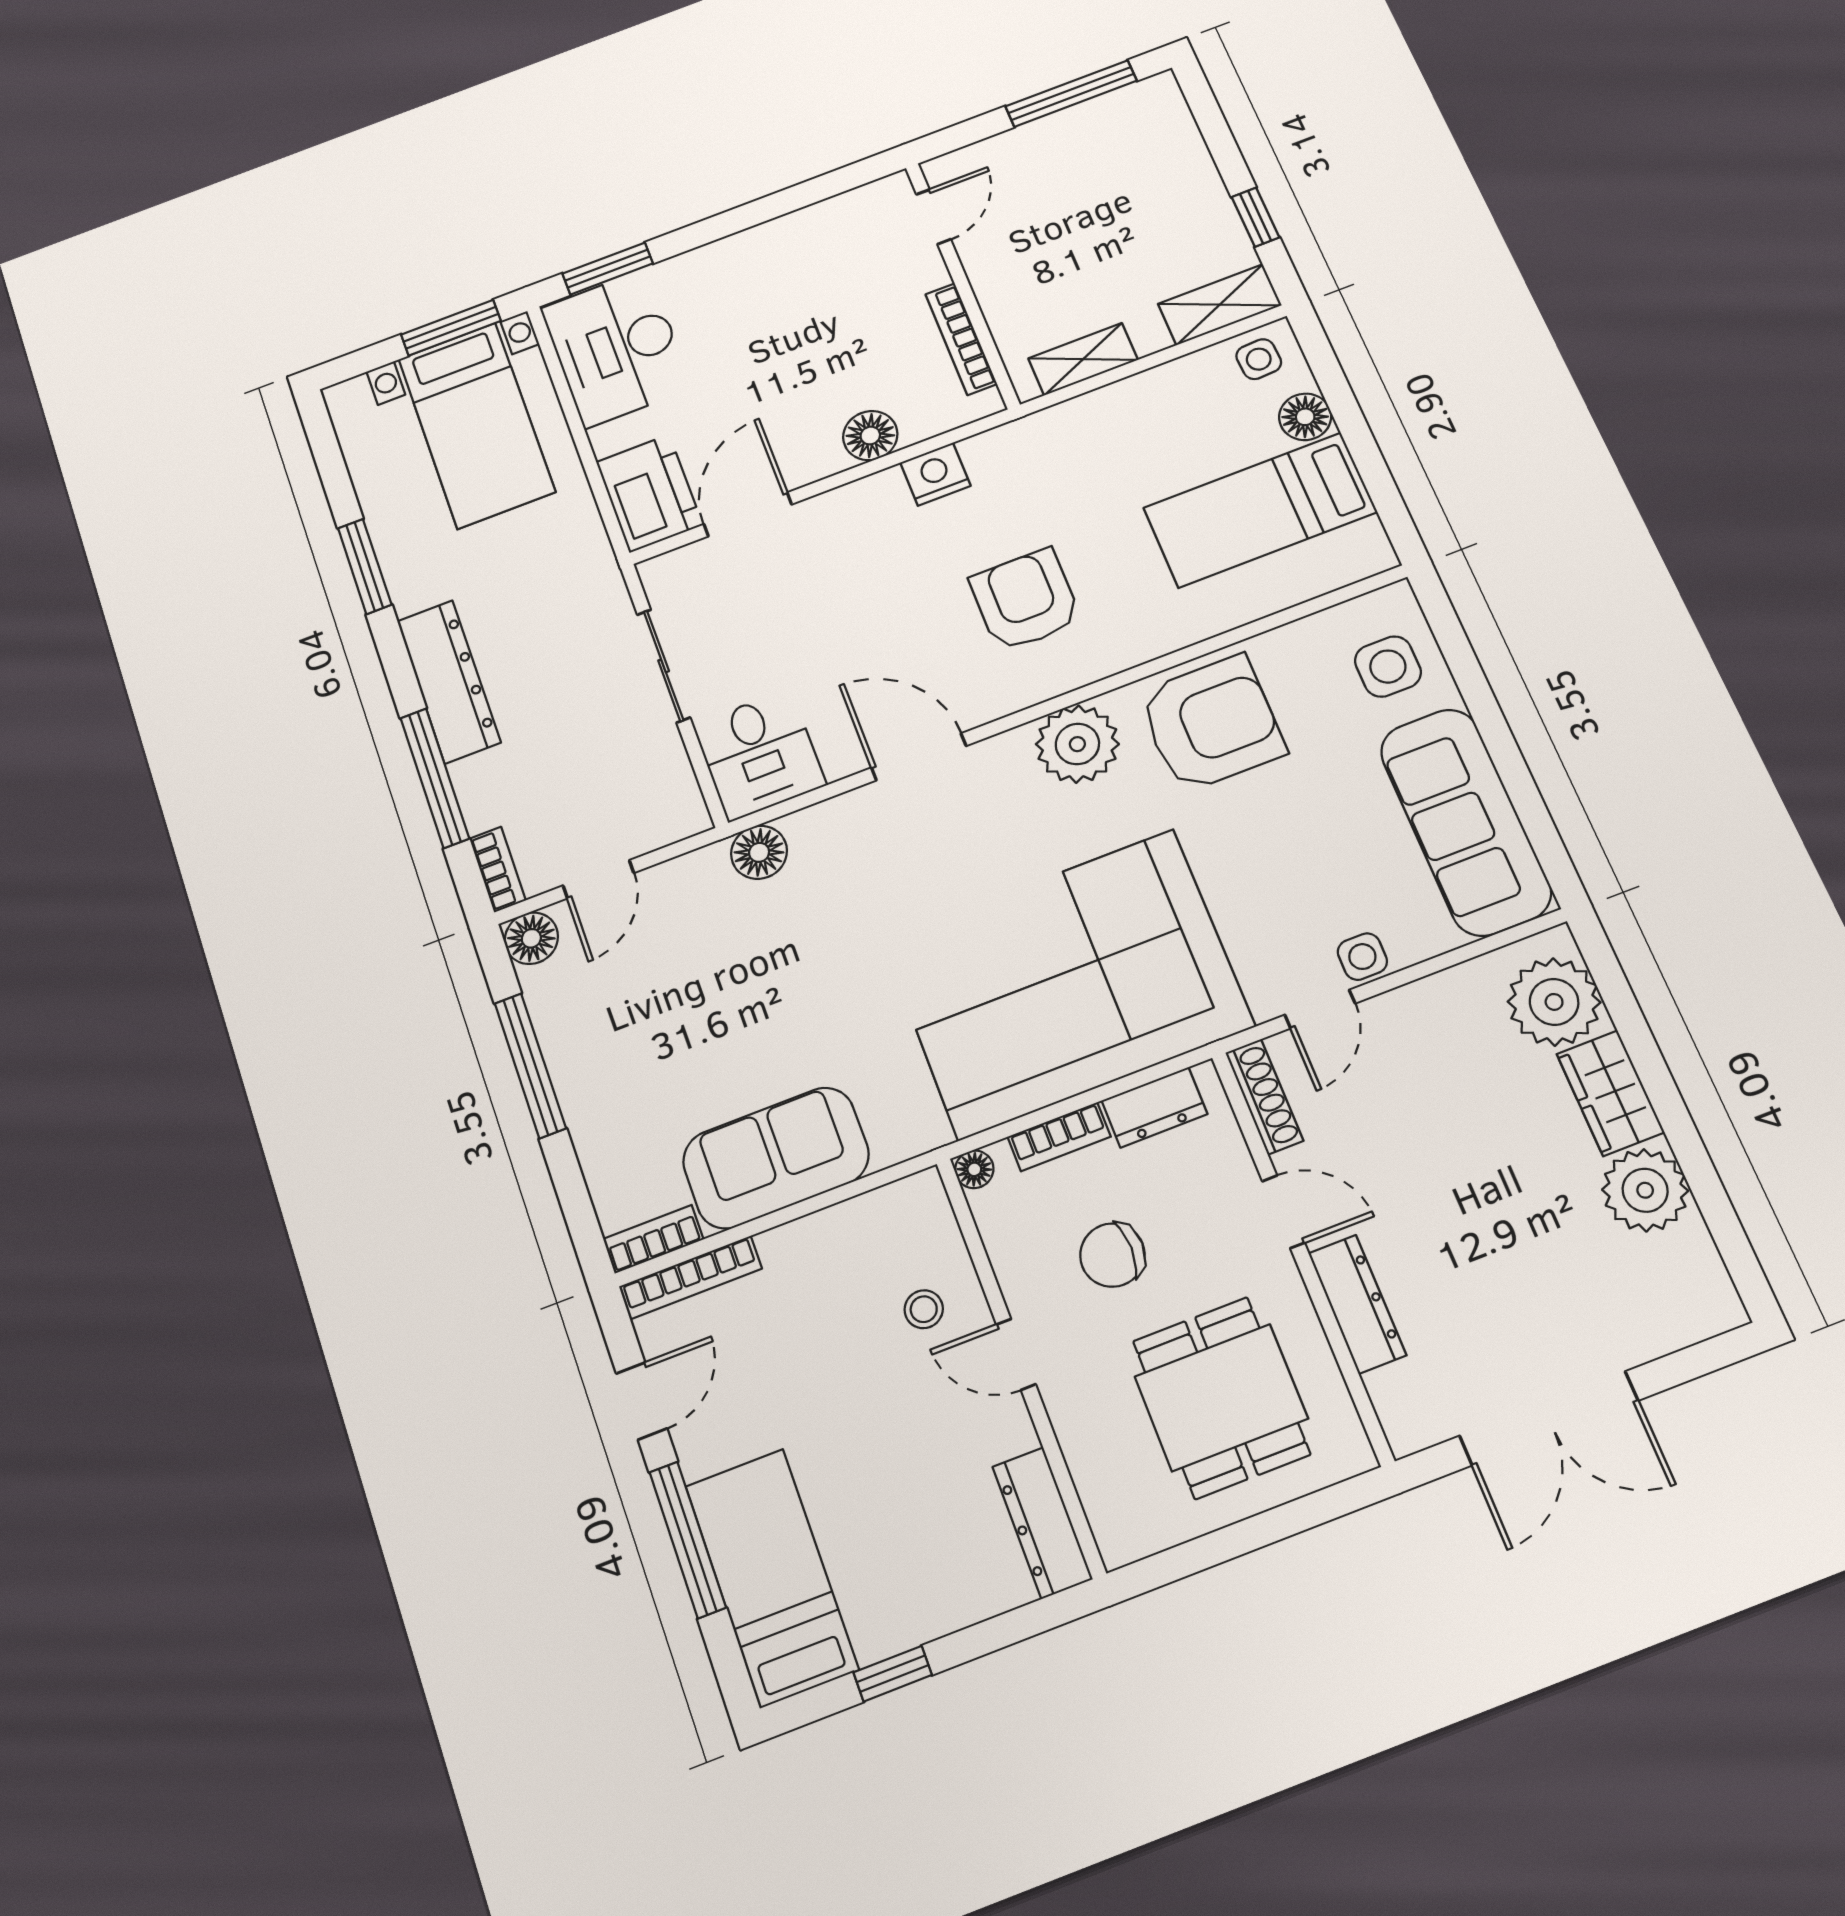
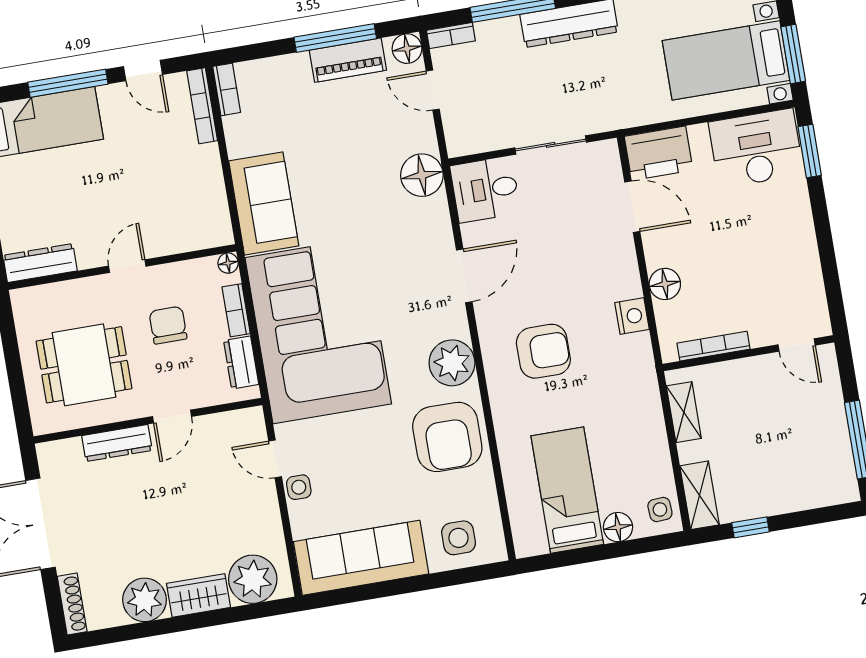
floor lamp: (759, 852) -> (422, 175), width x1.38, depth x1.38
piano: (567, 1035) -> (348, 60), added
shoe rack: (1264, 1097) -> (72, 604), moved, turned -90
sofa: (776, 1158) -> (264, 203), moved
stool: (924, 1309) -> (160, 224), removed

